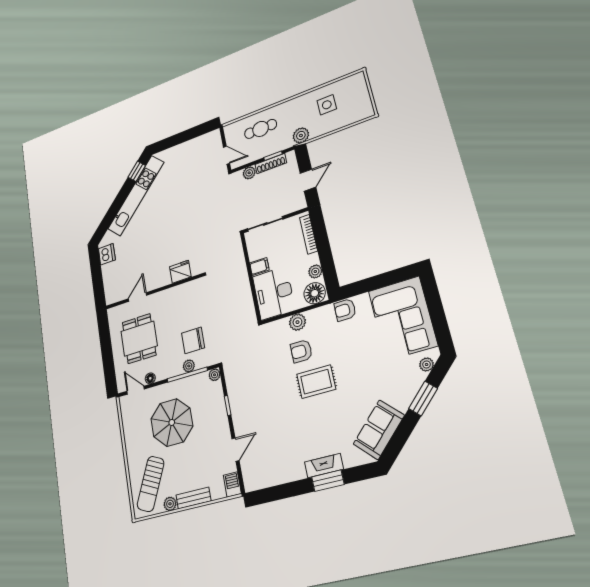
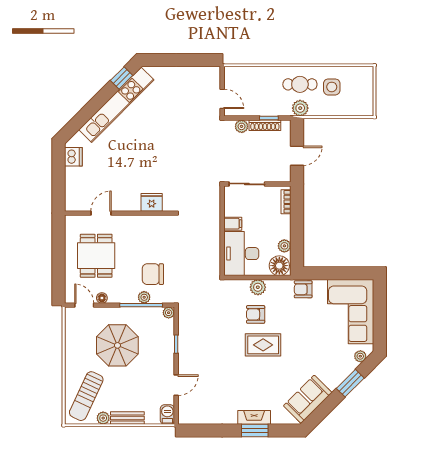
cafe table: (261, 129) -> (300, 84), moved
bookcase: (309, 234) -> (286, 202), width x0.64

